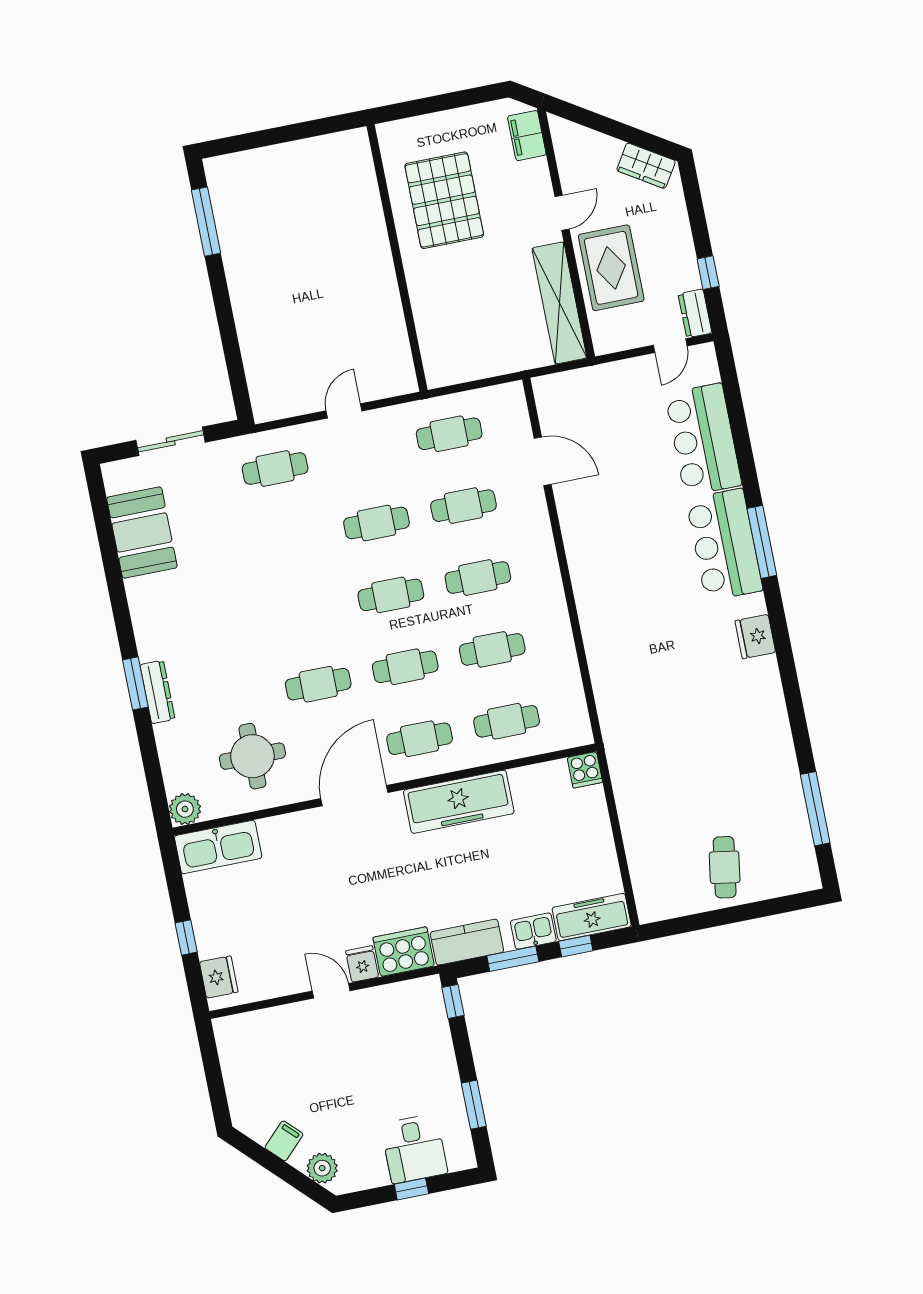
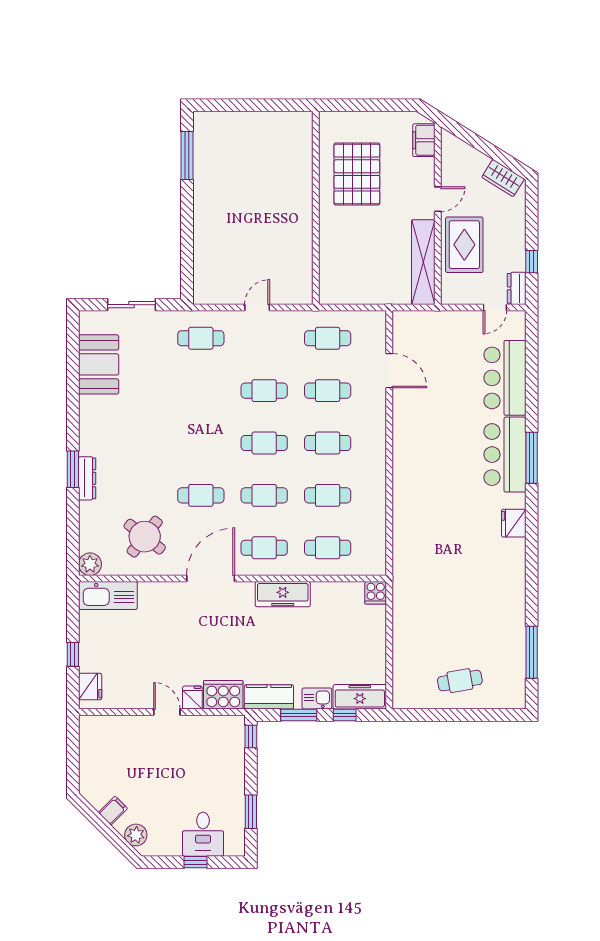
round table: (252, 756) -> (145, 537), turned 38
freezer: (459, 802) -> (283, 594), width x0.73, depth x0.79
cafe table: (725, 867) -> (460, 681), turned 71

